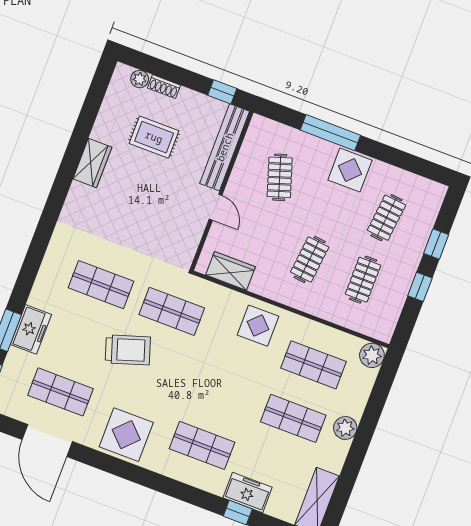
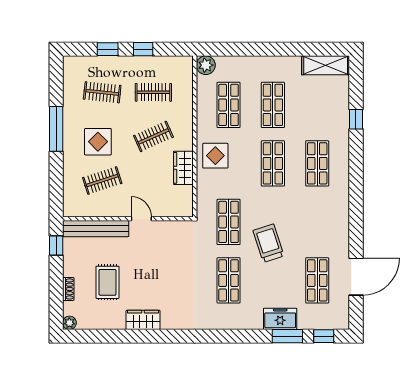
plant: (140, 79) -> (69, 323), moved
window: (330, 133) -> (56, 129), moved
display table: (350, 170) -> (98, 142), moved
door: (216, 207) -> (141, 219), hinge flipped
clothes rail: (310, 259) -> (153, 136), turned -30
wardrobe: (230, 271) -> (183, 168), moved
shop shelf: (222, 392) -> (273, 163), added
plant: (345, 428) -> (265, 65), removed
display table: (126, 435) -> (330, 221), removed
freezer: (248, 493) -> (339, 118), removed

